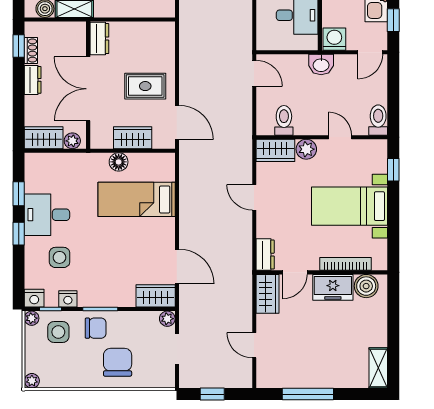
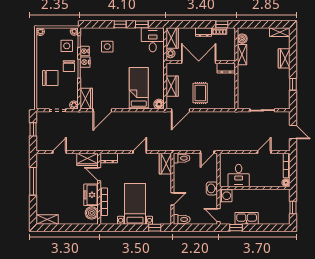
toilet: (284, 120) -> (182, 158), moved
plant: (306, 149) -> (166, 180), removed
floor lamp: (119, 162) -> (159, 104), moved
desk: (47, 215) -> (153, 40), moved
nightstand: (34, 298) -> (85, 62), moved

